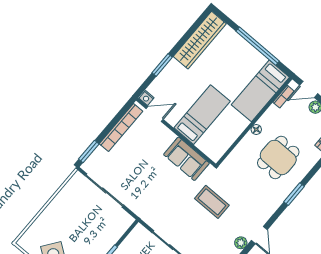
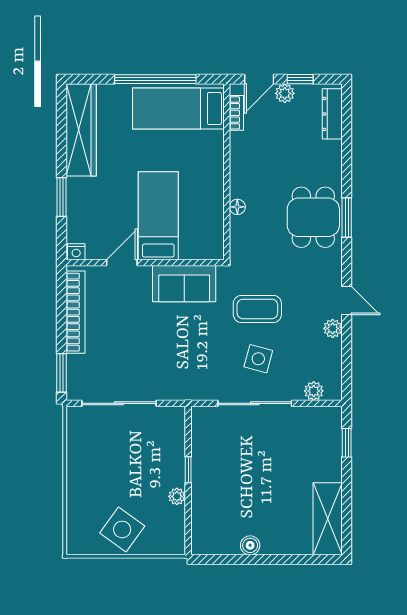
bed: (260, 91) -> (178, 109), moved, turned 90
door: (155, 114) -> (122, 263), moved
floor lamp: (256, 129) -> (237, 207), moved
dining table: (278, 157) -> (313, 217), moved
side table: (192, 227) -> (258, 359), added

